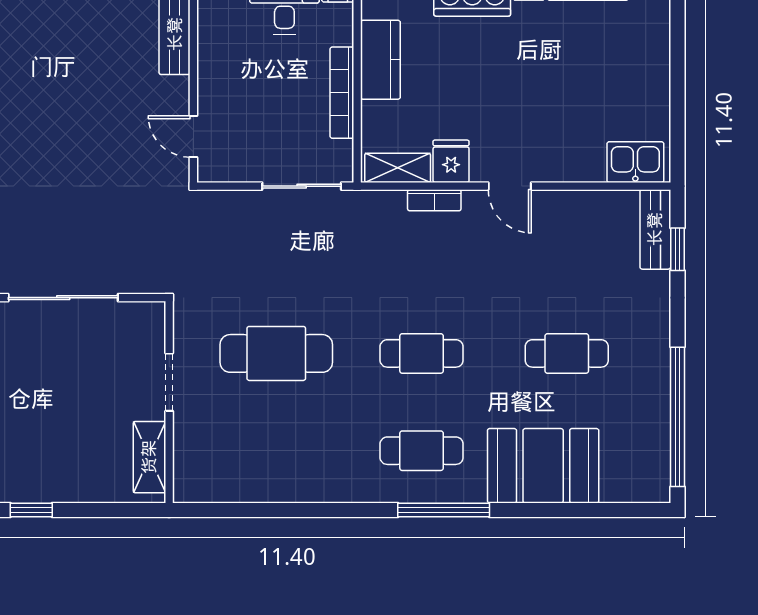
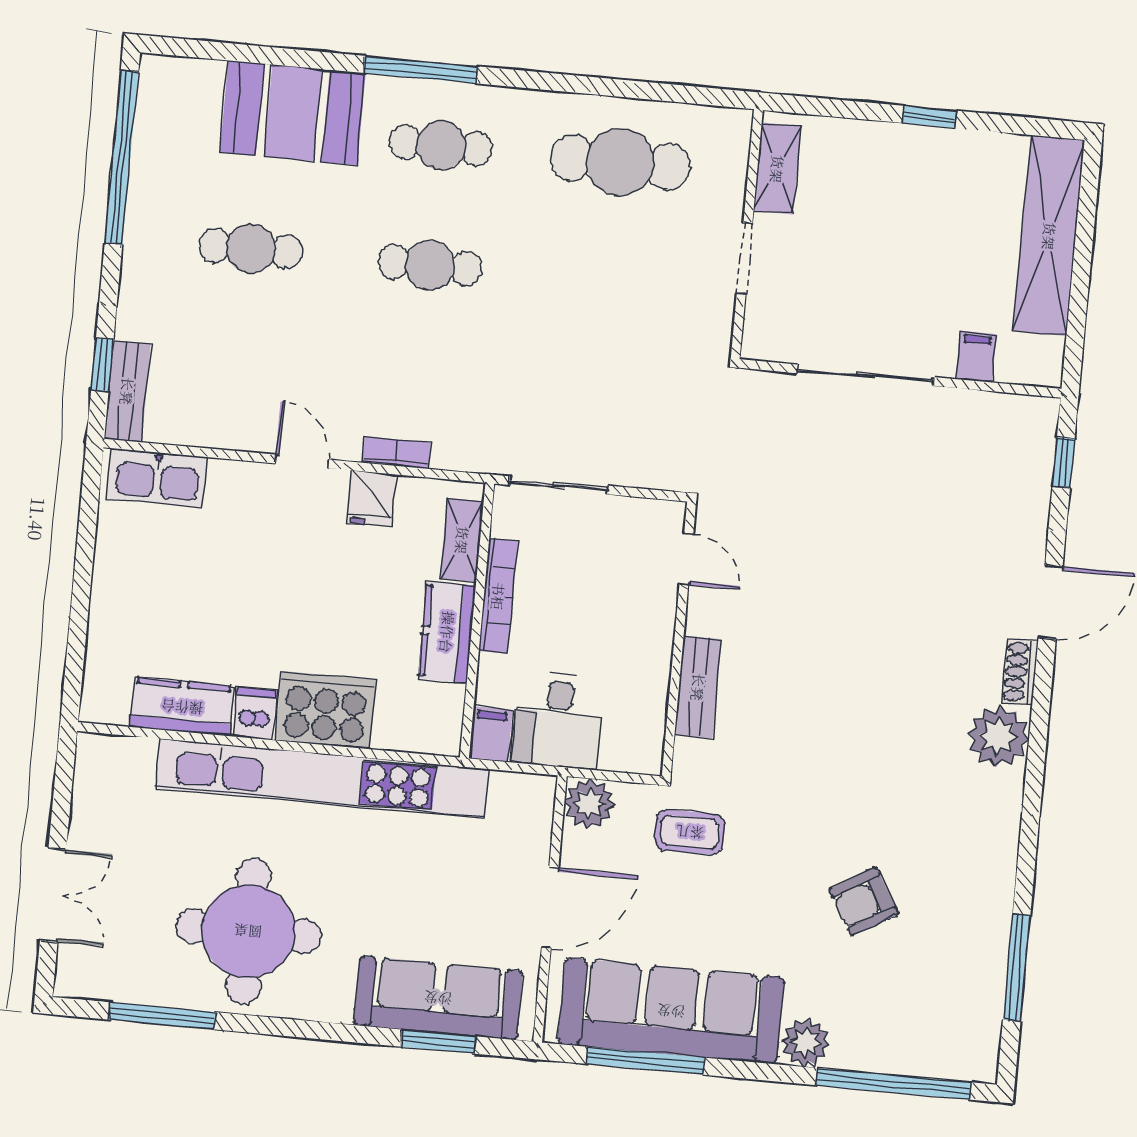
kitchen sink: (635, 162) -> (157, 478), width x1.38
shelving: (398, 168) -> (462, 540), moved, turned 90
cafe table: (276, 353) -> (620, 162), moved

